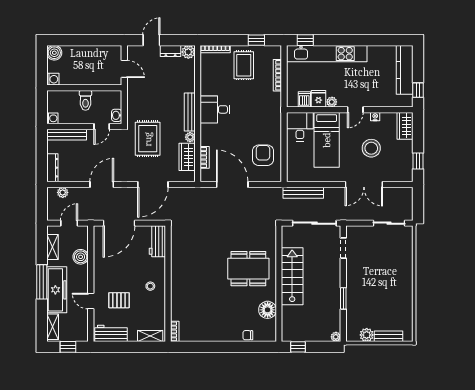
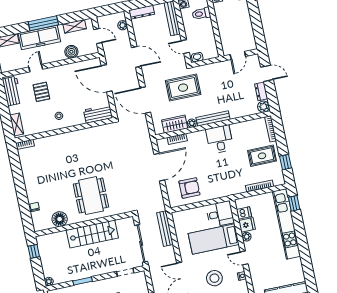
toilet: (85, 100) -> (201, 14), moved

